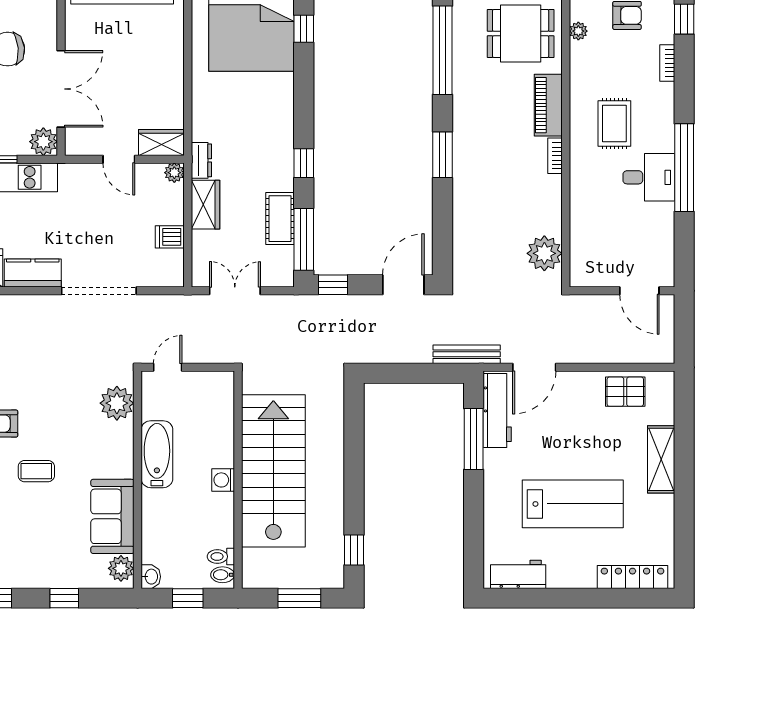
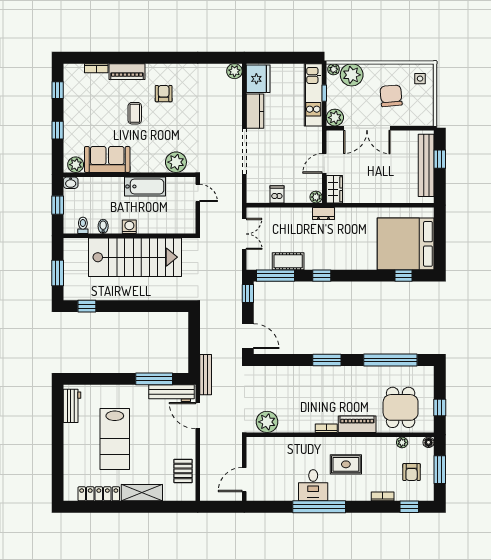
wardrobe: (206, 205) -> (297, 216), removed
bidet: (223, 575) -> (103, 226), moved
locker: (633, 577) -> (99, 494), moved, turned -90

